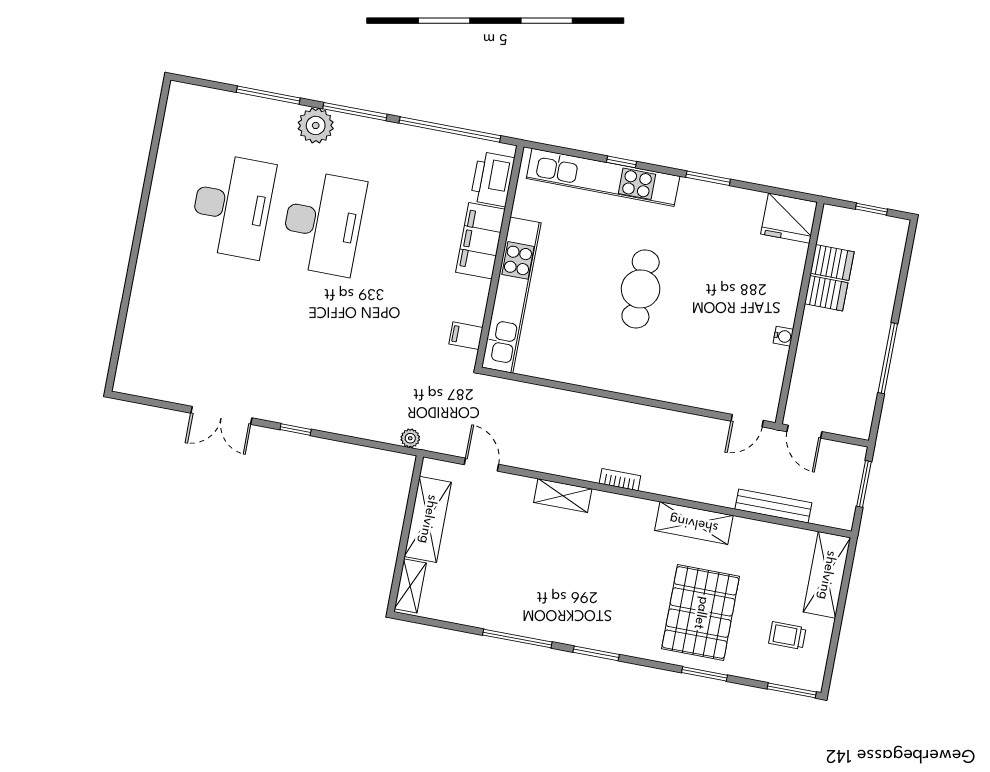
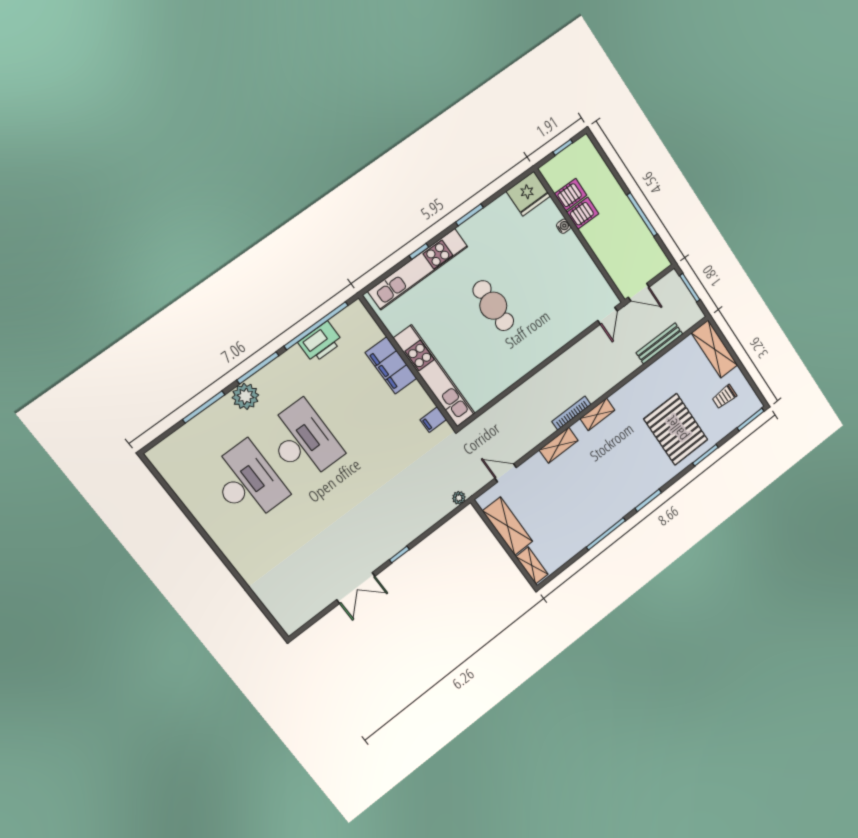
printer: (493, 179) -> (320, 342), moved, turned -90
water cooler: (783, 336) -> (564, 226), moved
bookcase: (620, 480) -> (571, 413), width x1.56
shelving: (694, 523) -> (597, 414), moved, width x0.67, depth x0.75

